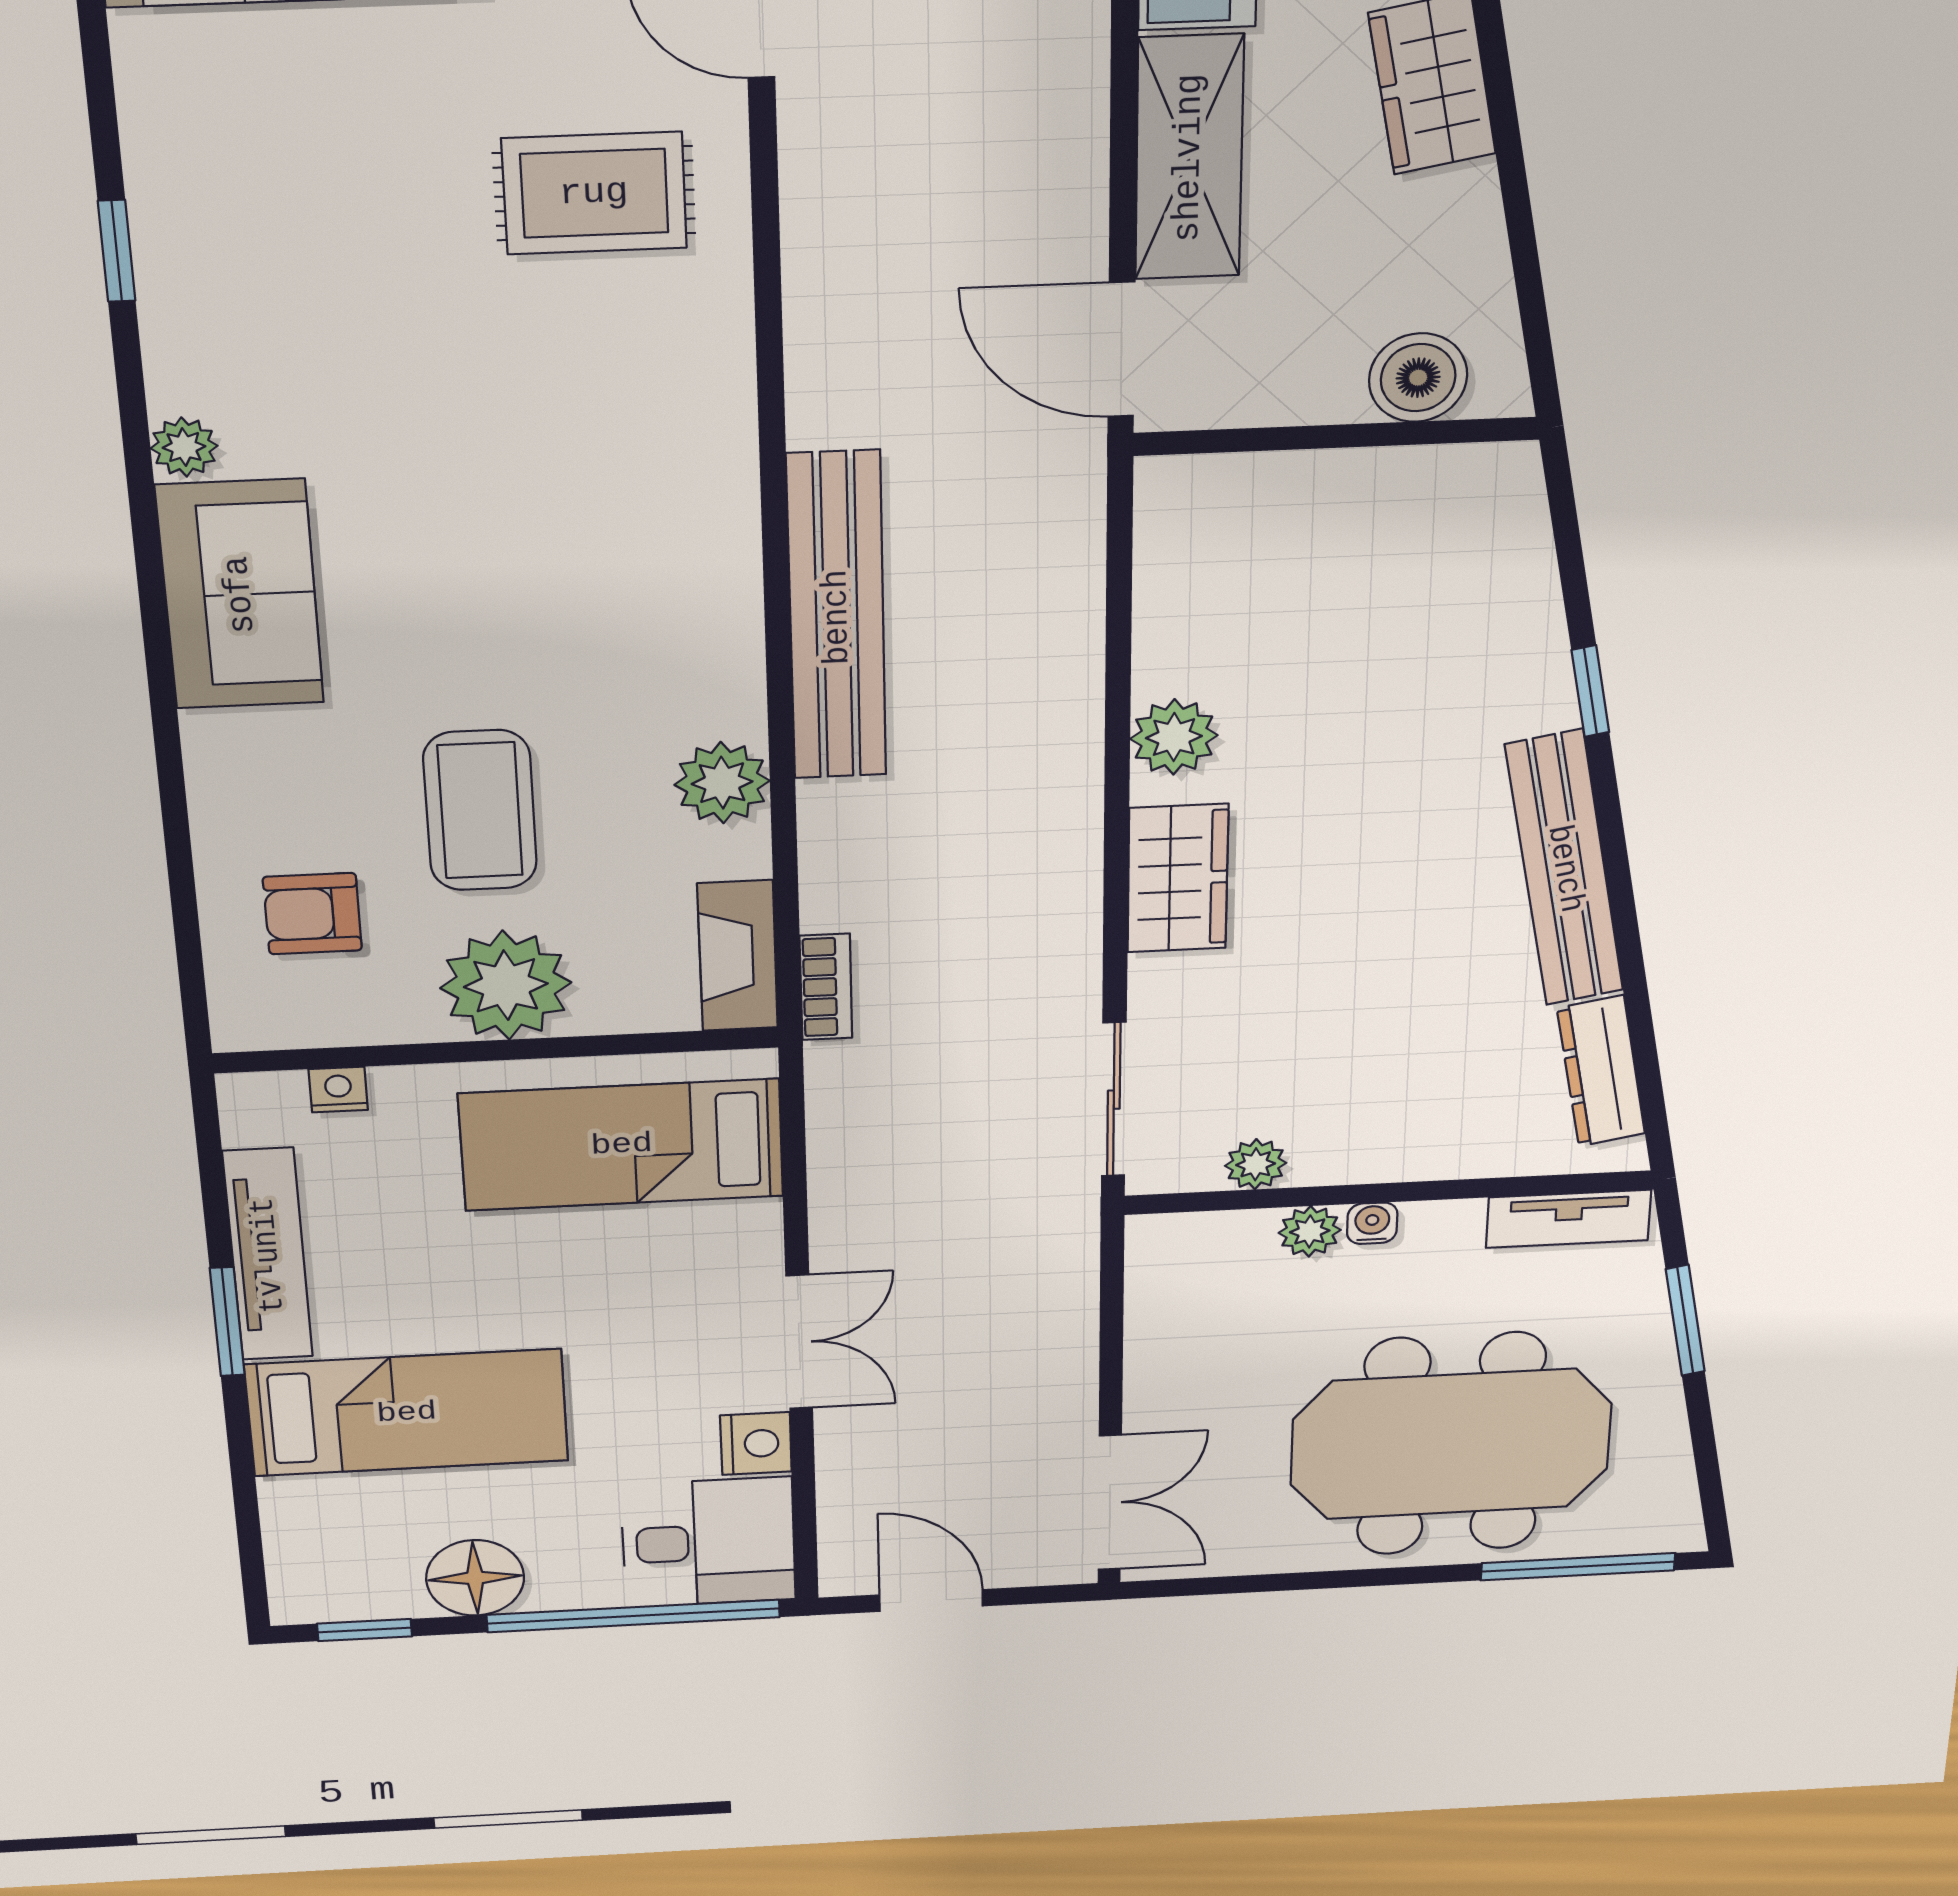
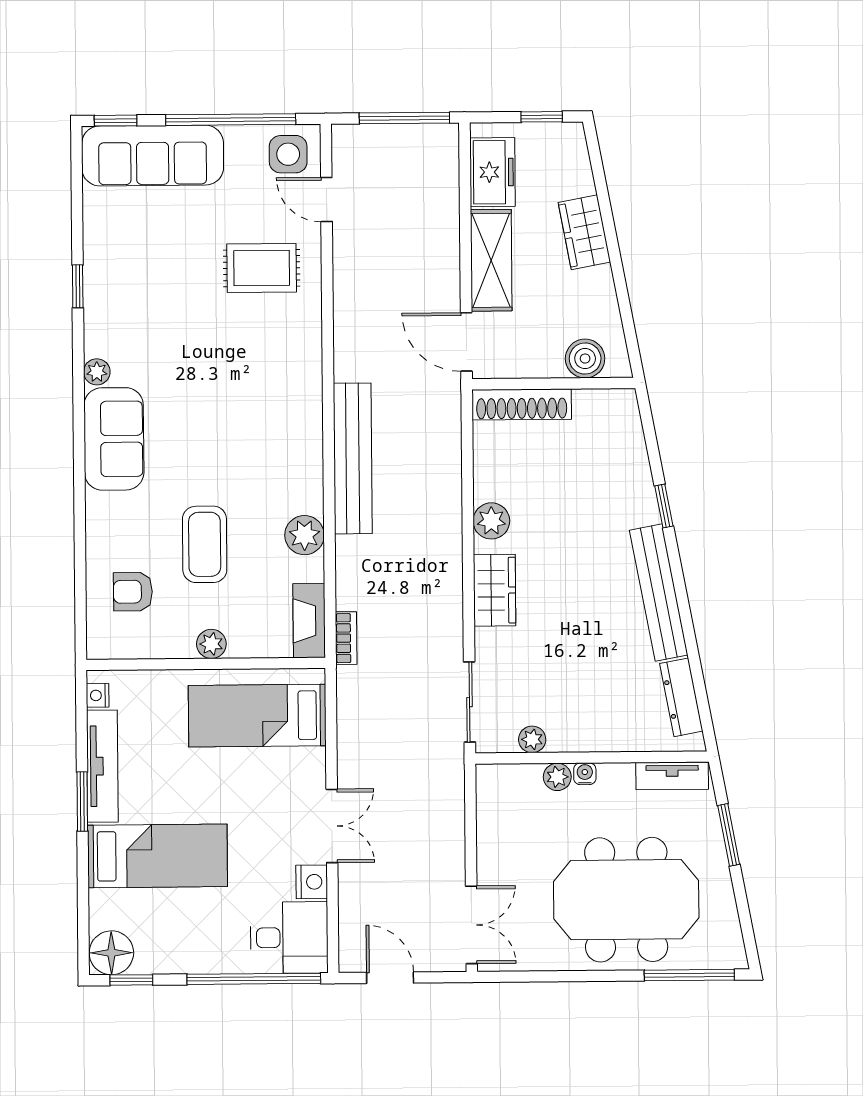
shoe rack: (1256, 485) -> (522, 404), added
plant: (506, 985) -> (211, 644), width x0.53, depth x0.53
nightstand: (338, 1090) -> (98, 695), moved, turned -90
floor lamp: (475, 1578) -> (111, 953), moved

